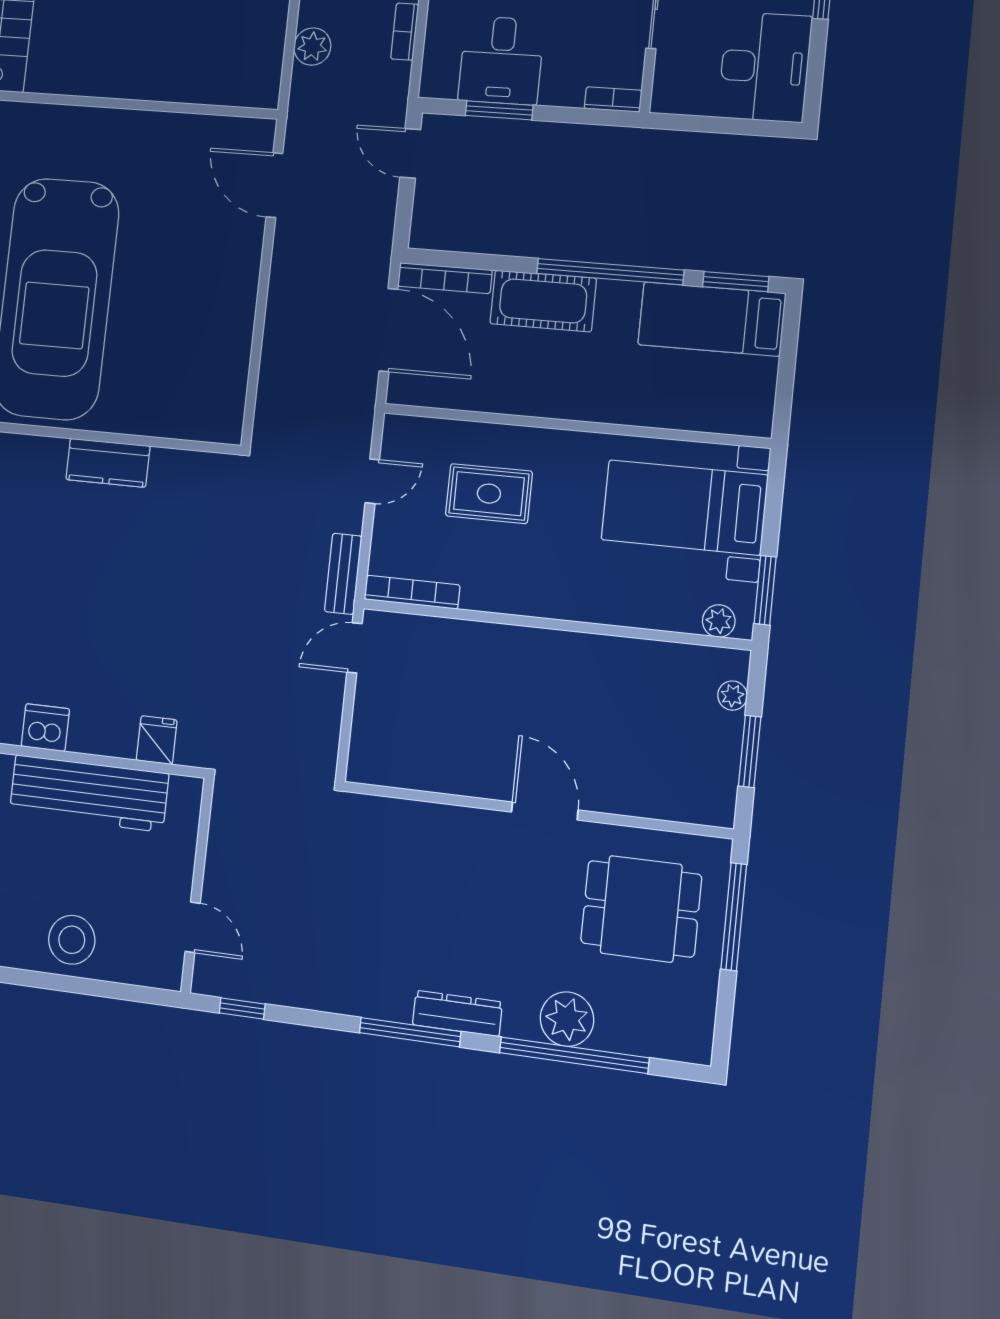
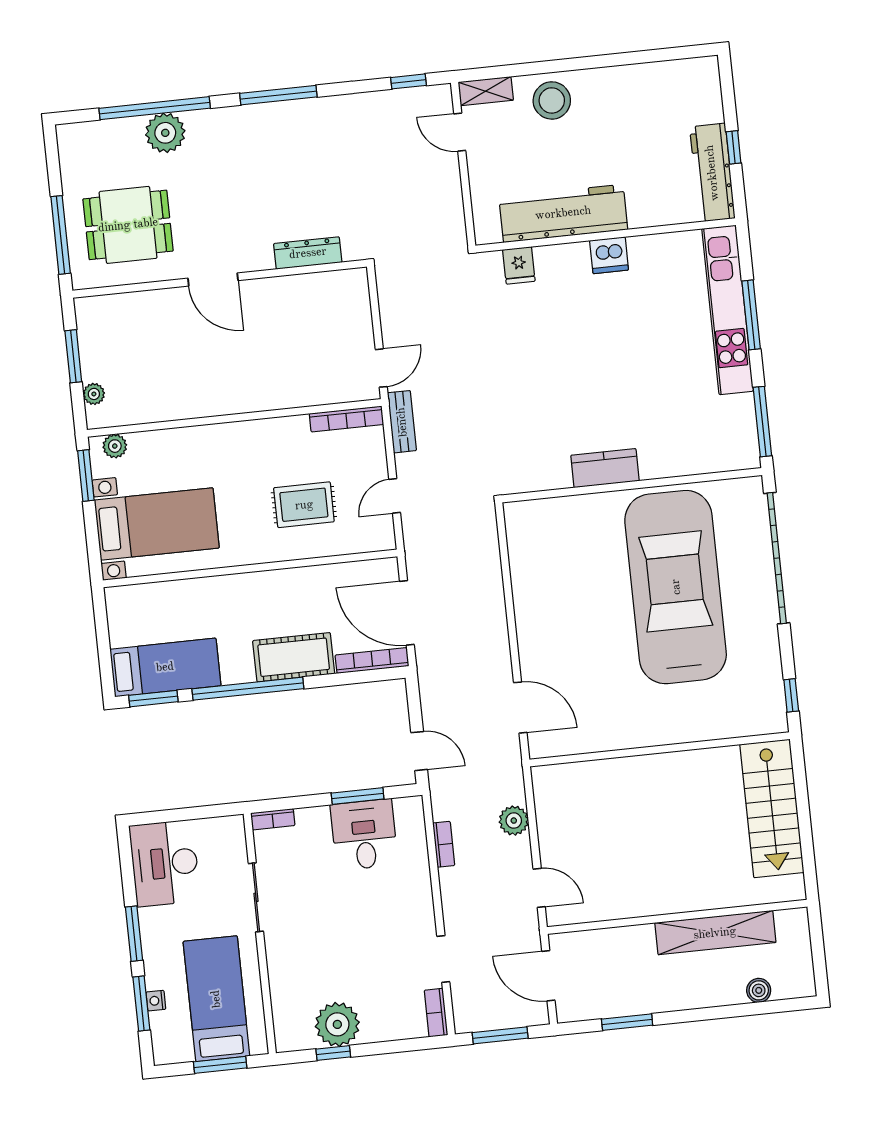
shelving: (150, 972) -> (486, 91), added
dresser: (457, 1013) -> (308, 253), moved, turned 180

